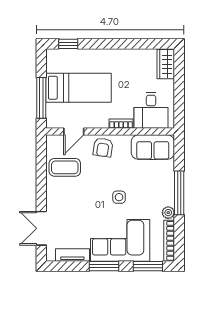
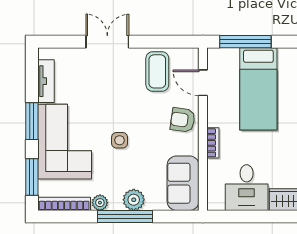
desk: (151, 110) -> (247, 188), moved, turned -90
plant: (166, 186) -> (134, 200), added
double door: (41, 228) -> (107, 42), moved

